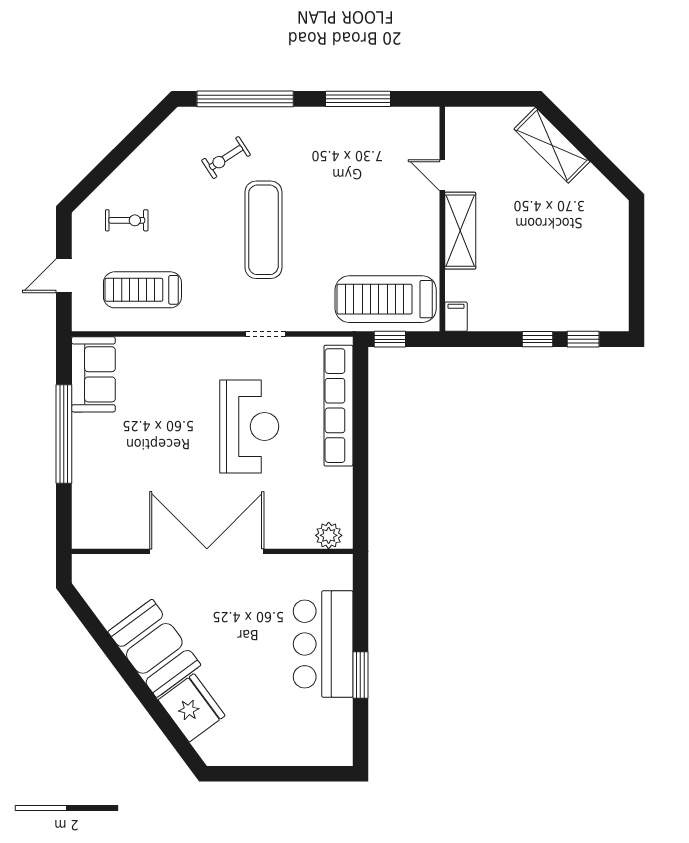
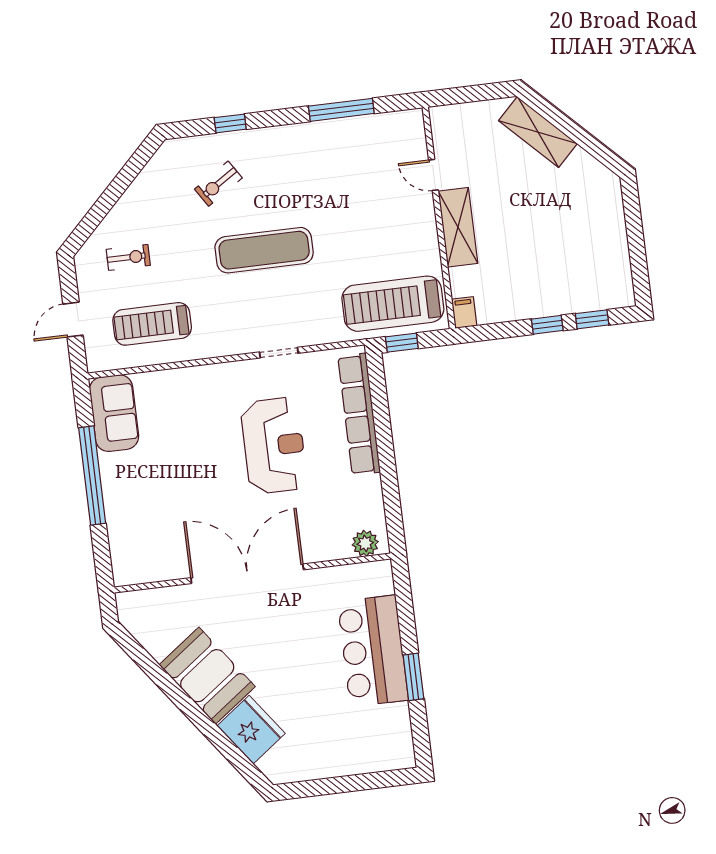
window: (245, 99) -> (230, 123), width x0.32
exercise mat: (263, 230) -> (264, 250), turned 90

